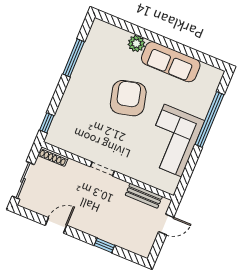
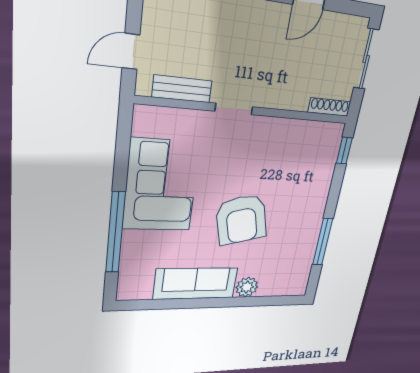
doorway: (102, 169) -> (234, 109), moved

